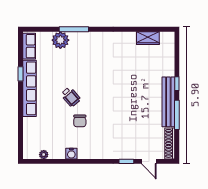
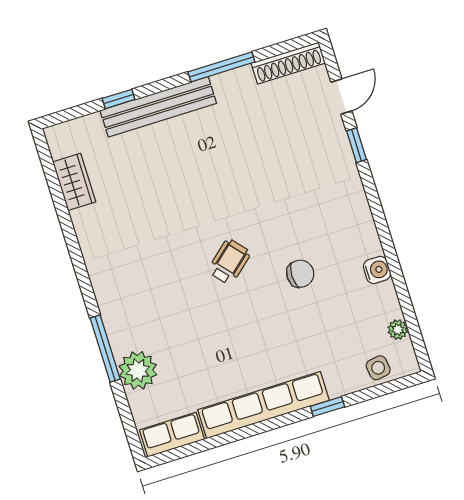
window: (21, 74) -> (327, 407), moved
window: (177, 84) -> (119, 99), moved
wheelchair: (71, 97) -> (229, 262), moved
bench: (168, 102) -> (158, 107), moved
side table: (30, 141) -> (378, 368), added

